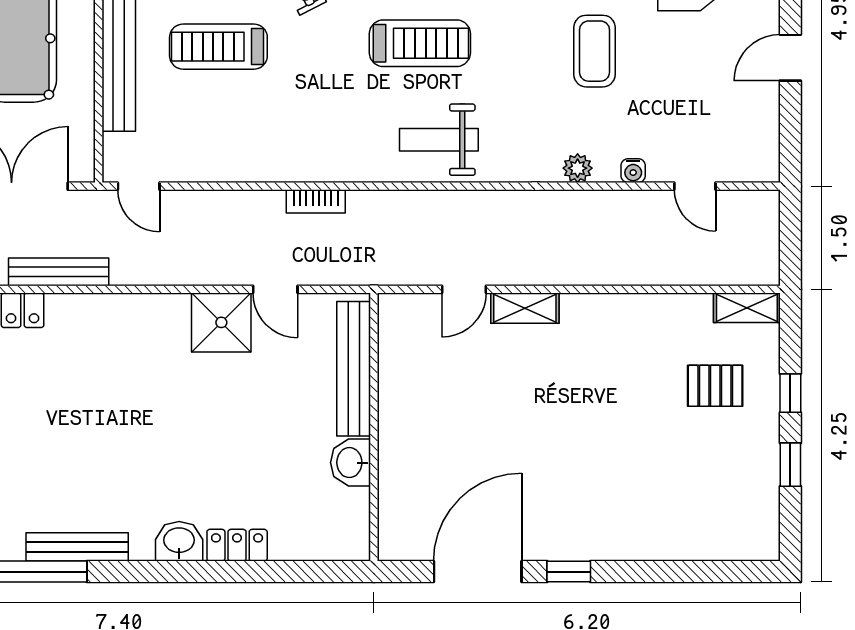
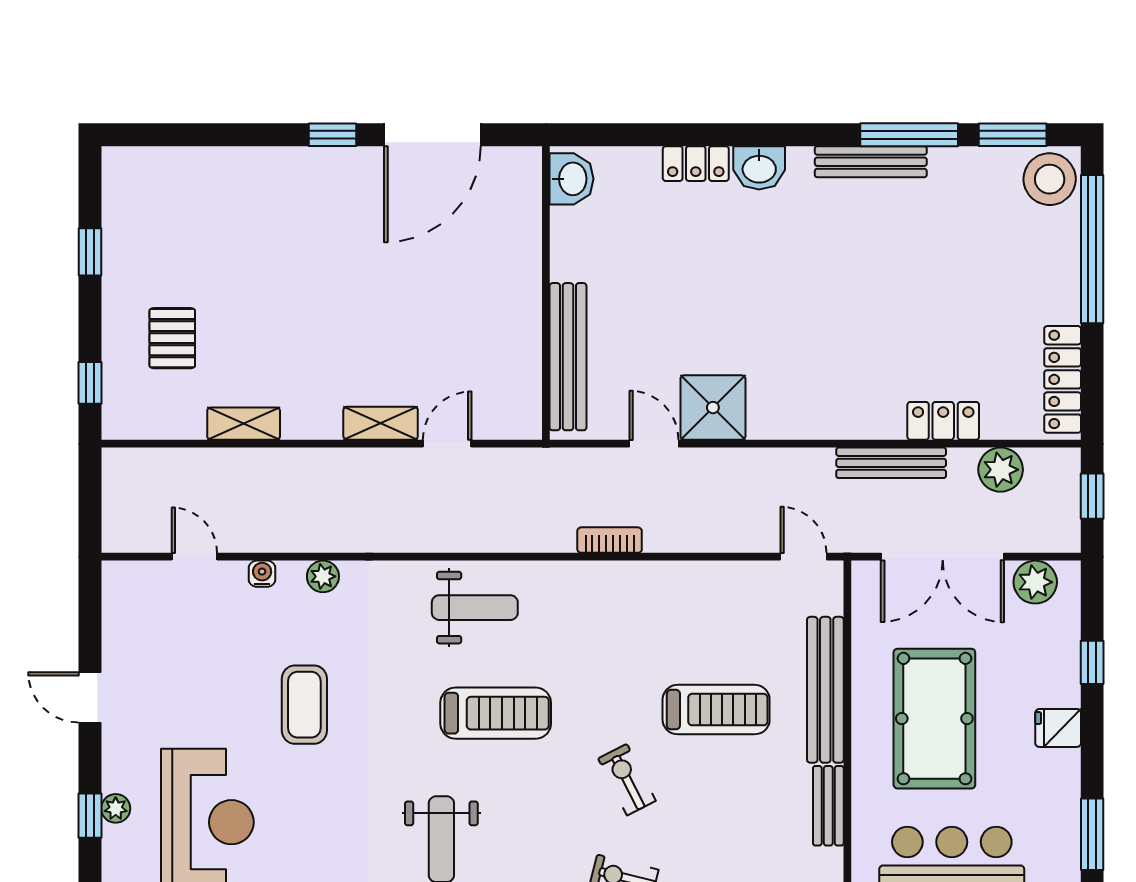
treadmill: (420, 43) -> (496, 713), turned 180
door: (790, 58) -> (90, 697), swing flipped
shelving: (747, 308) -> (244, 424), moved
pallet: (715, 386) -> (172, 338), turned 90
window: (790, 393) -> (90, 383), moved
washbasin: (351, 463) -> (571, 179), moved

